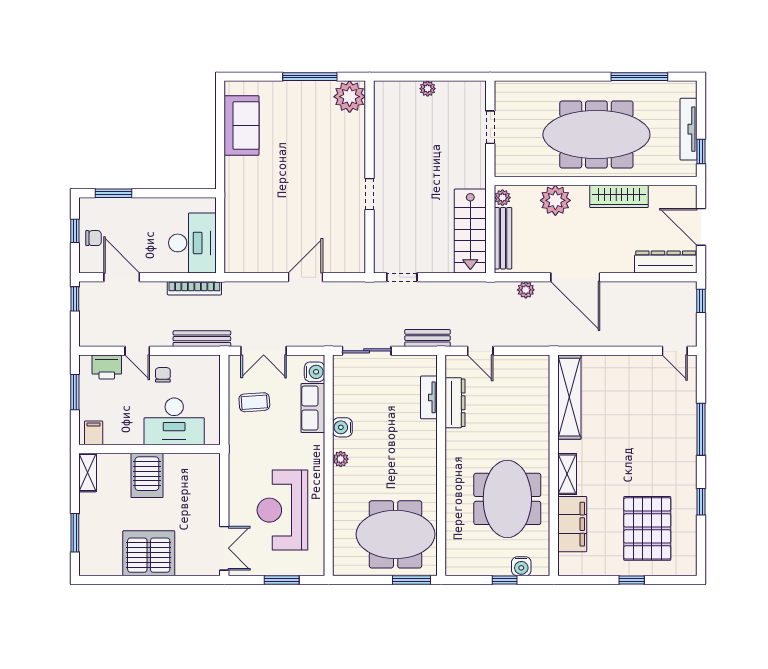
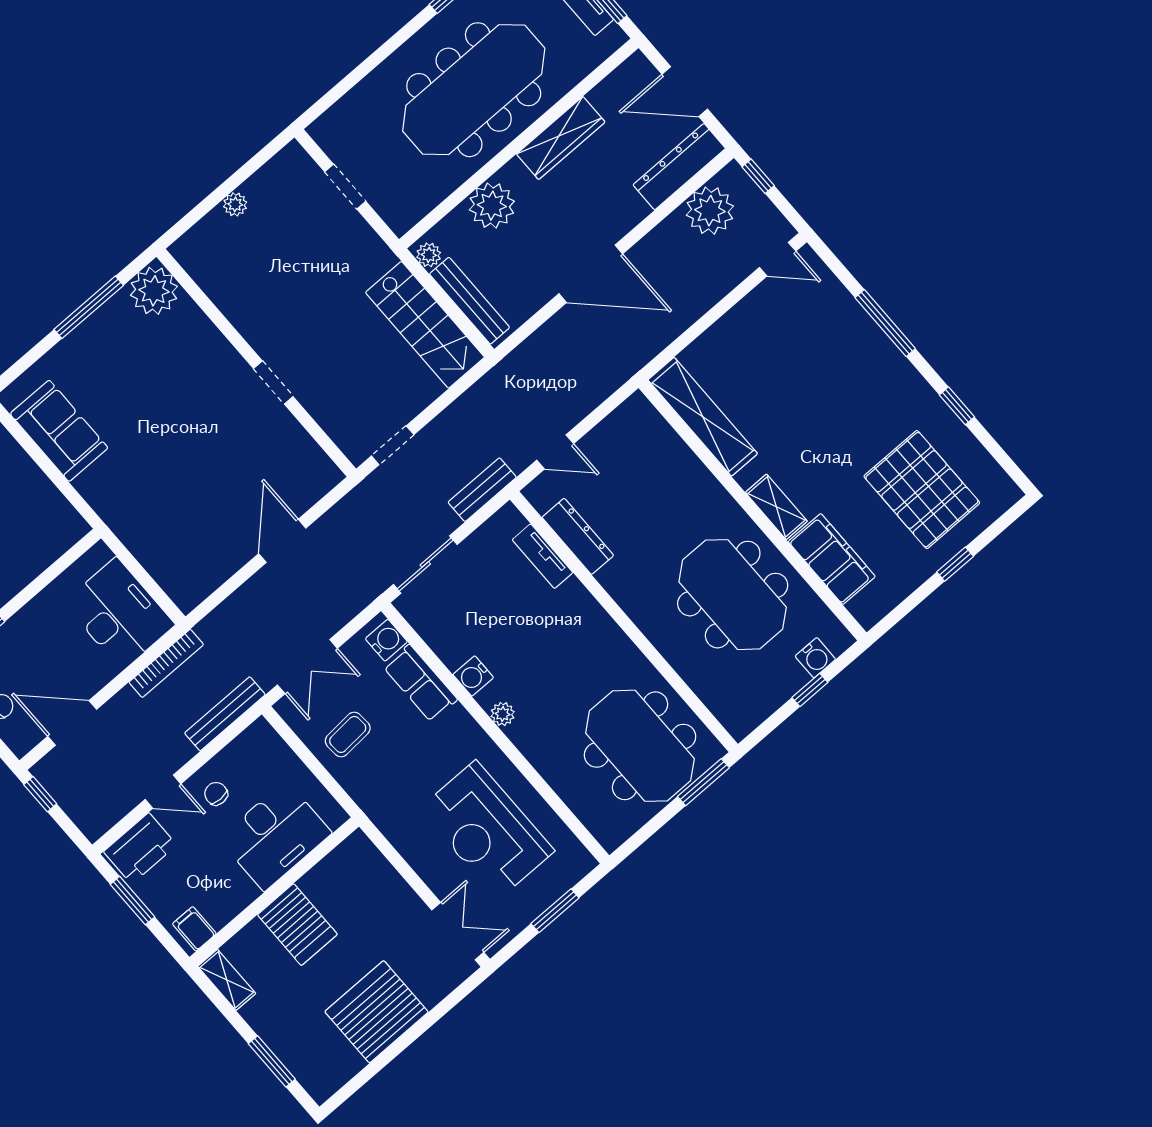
plant: (526, 290) -> (710, 211), moved, width x1.88, depth x1.88
printer: (107, 367) -> (140, 848), width x1.37, depth x1.19
meeting table: (396, 534) -> (640, 746), turned 90

